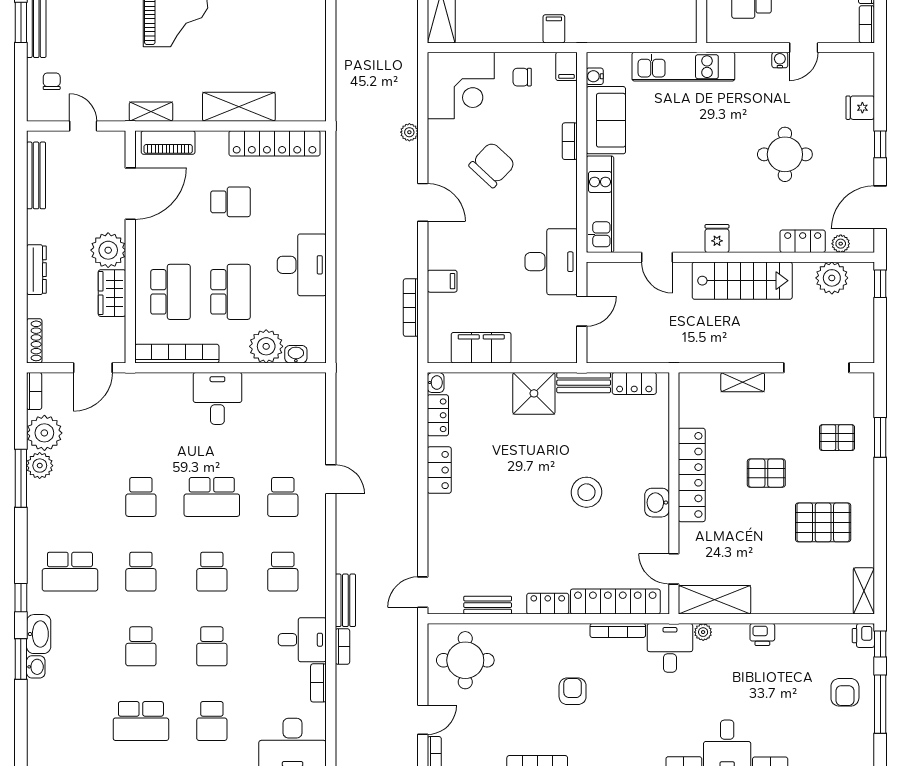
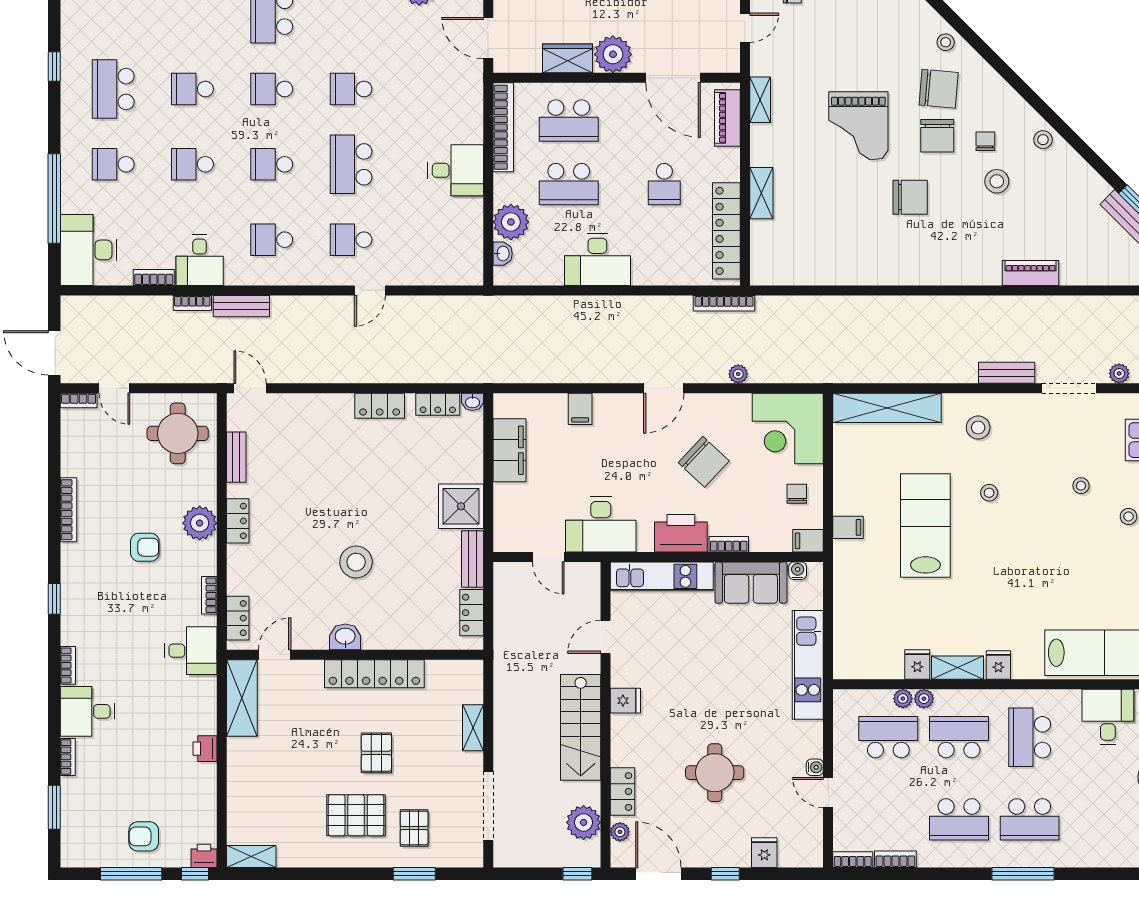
shelving: (239, 107) -> (761, 193), width x0.67, depth x0.75
printer: (559, 186) -> (681, 533), added
bookcase: (411, 308) -> (724, 303), moved, turned 180
pallet: (823, 522) -> (356, 815), moved, turned 90
locker: (615, 602) -> (238, 618), width x0.46, depth x0.83
bookcase: (618, 631) -> (209, 595), width x0.64
plant: (703, 632) -> (200, 523), moved, width x1.88, depth x1.88

